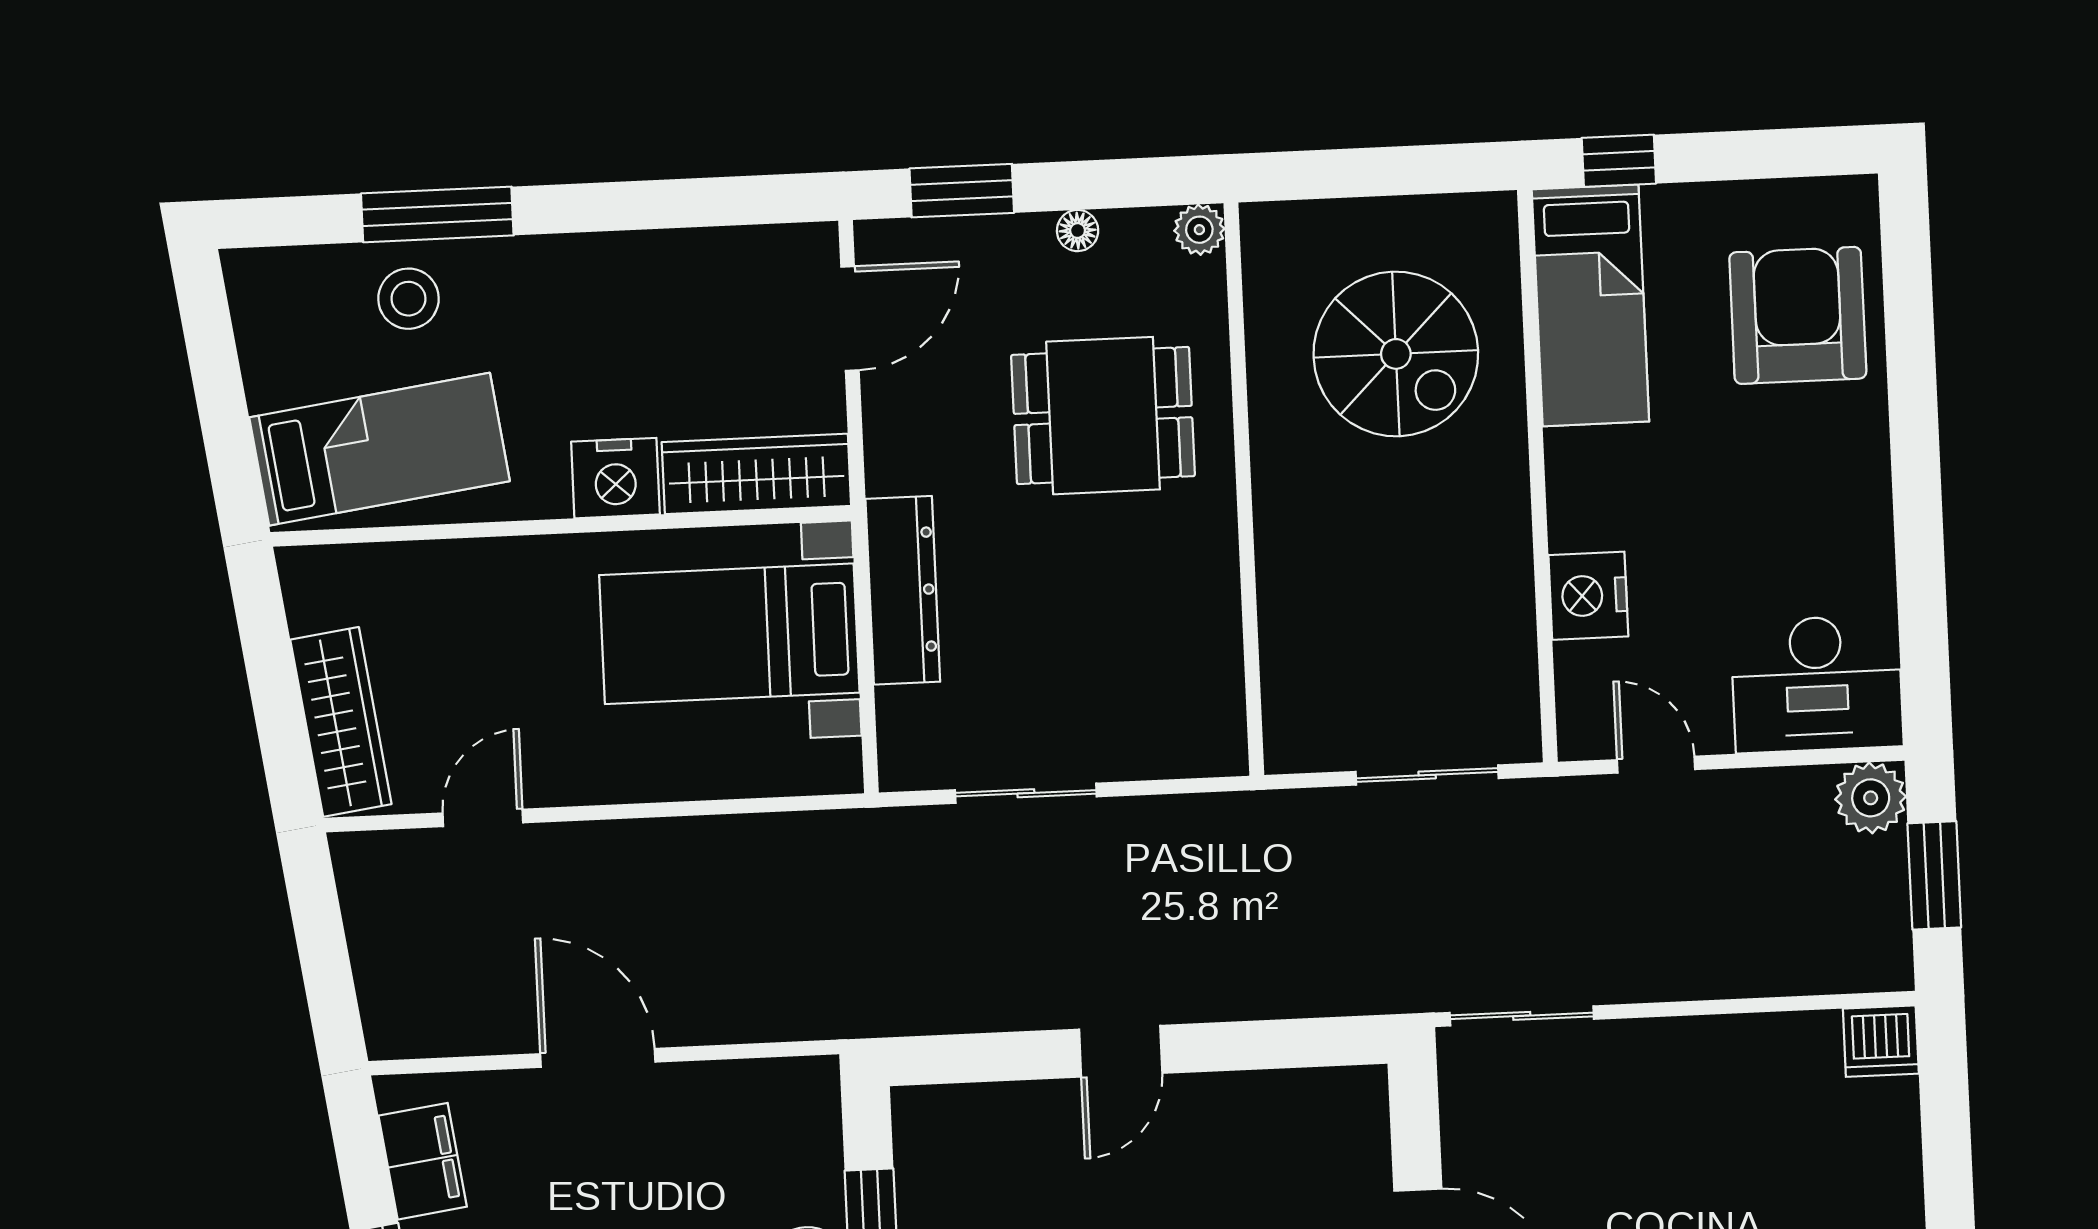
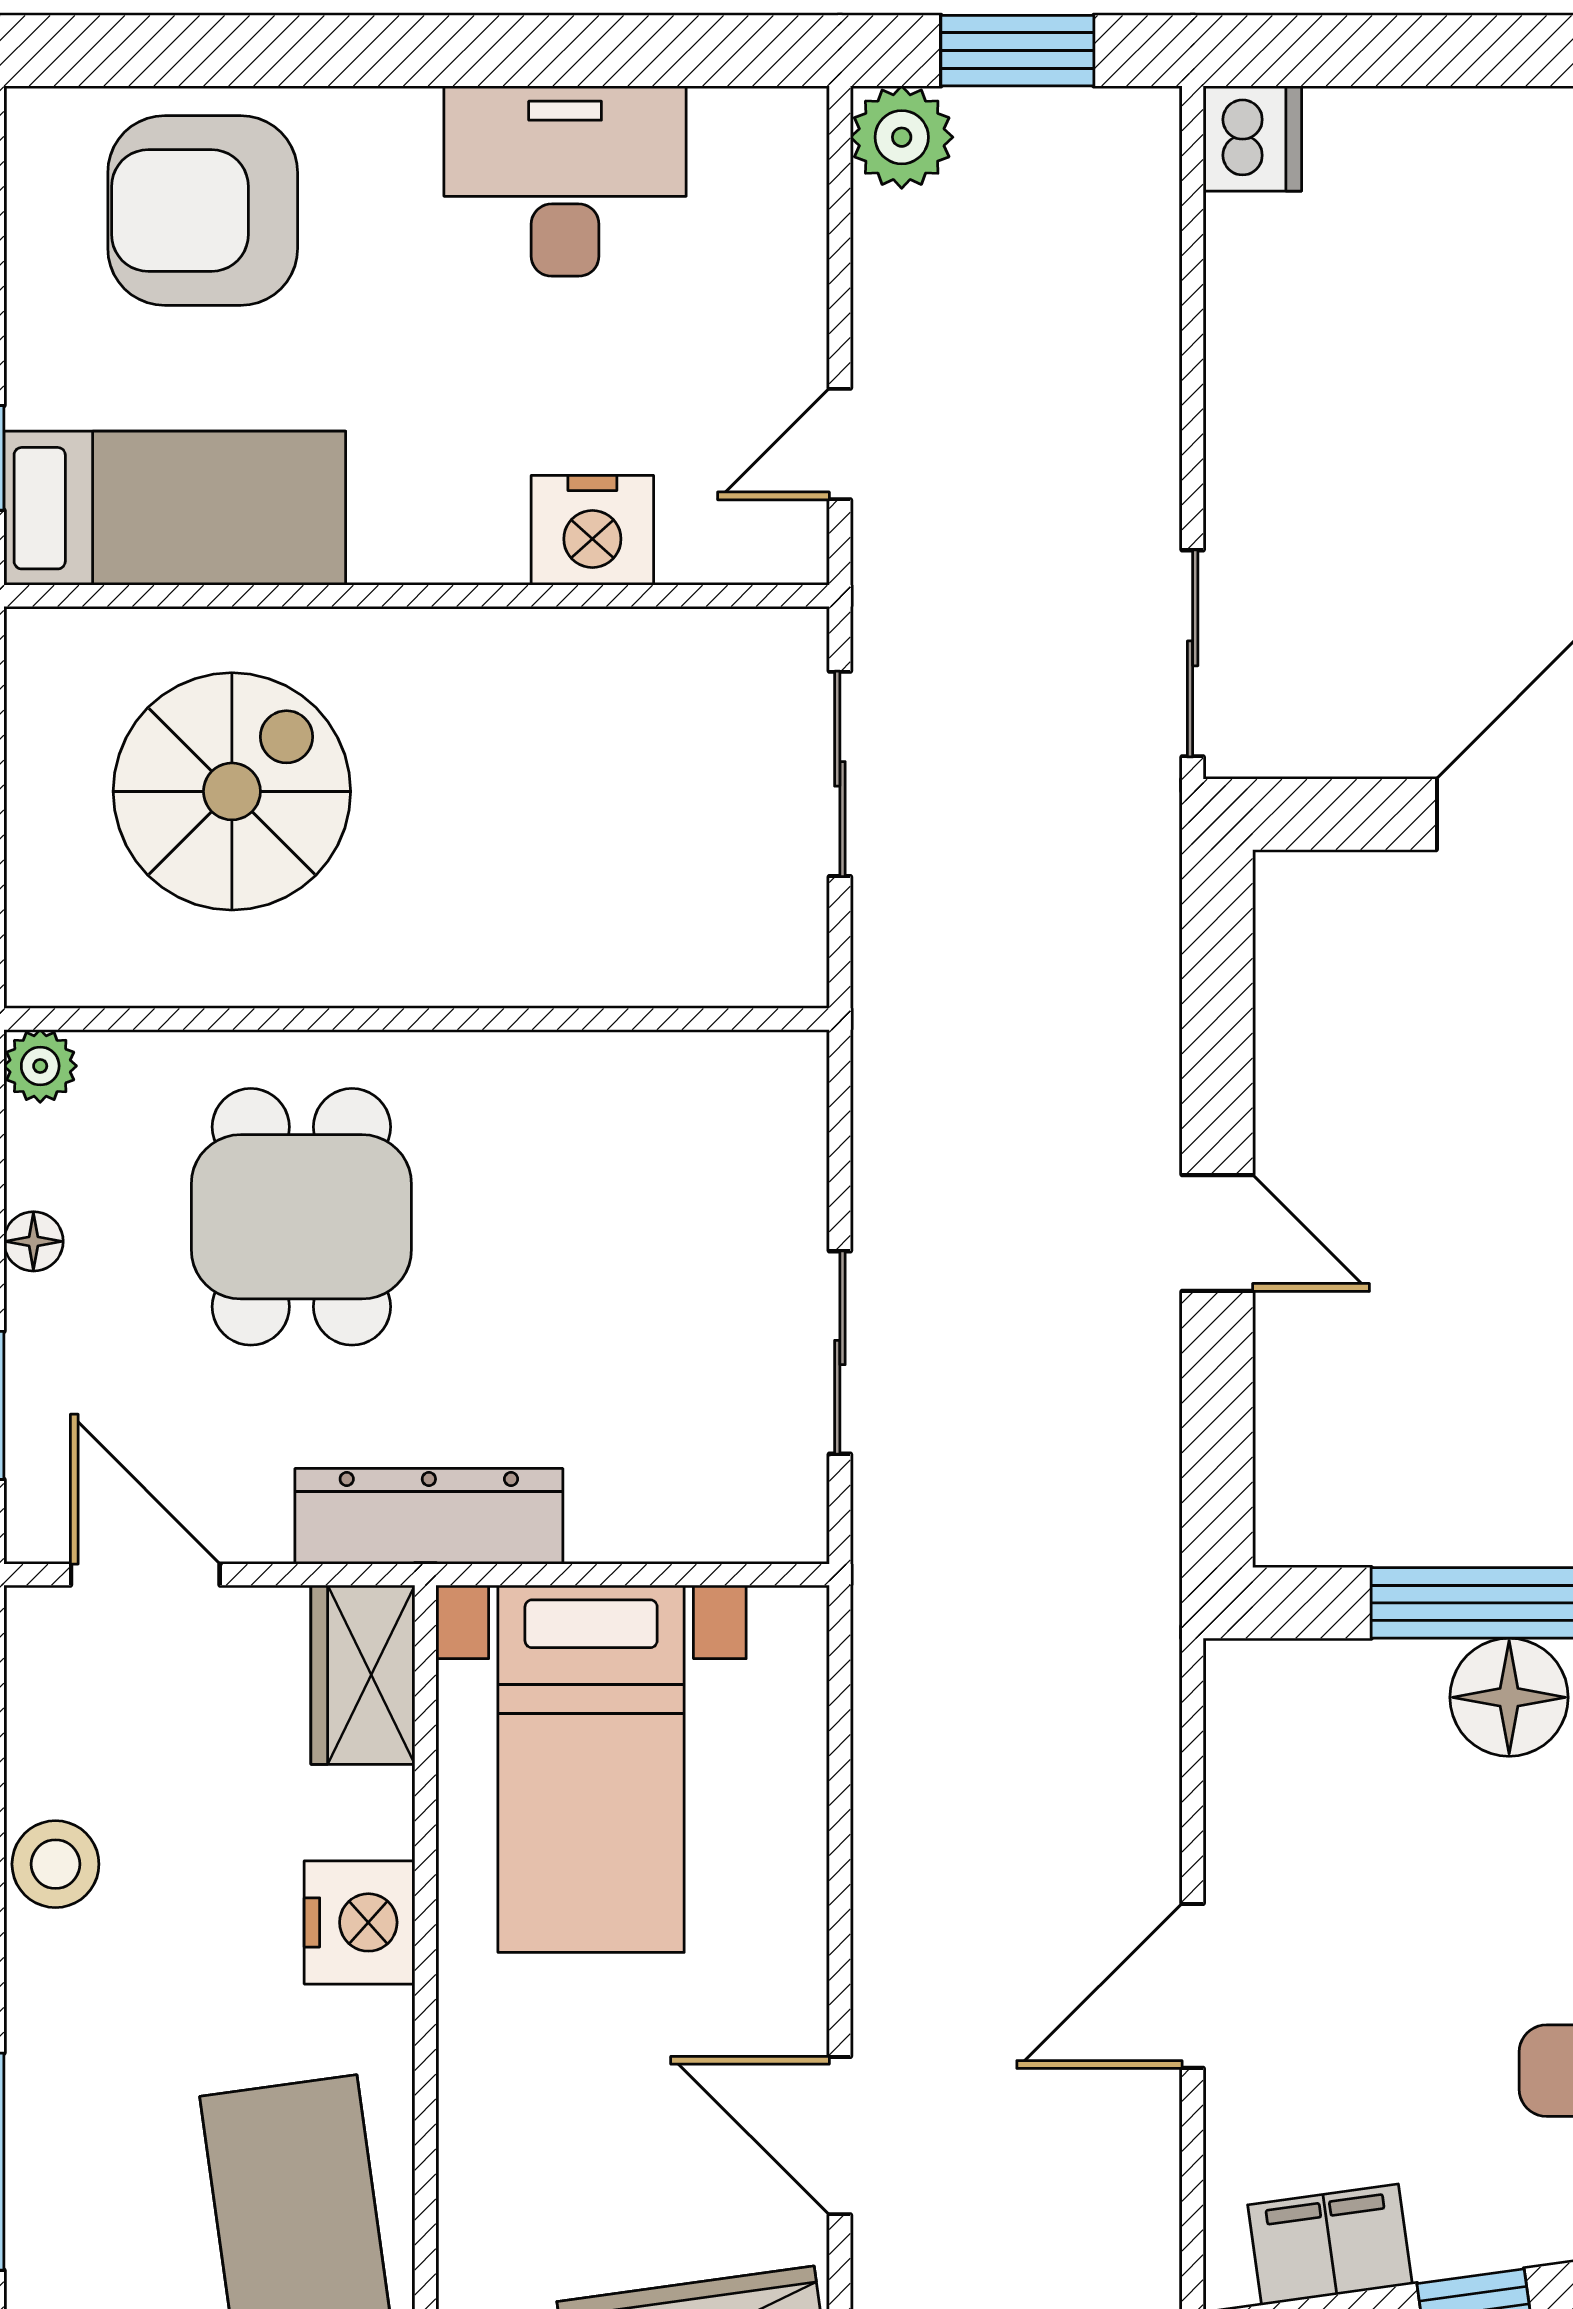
stool: (409, 299) -> (55, 1864), moved
wardrobe: (756, 474) -> (363, 1675), width x0.67
dresser: (903, 590) -> (429, 1516), moved
desk: (1817, 684) -> (565, 181), moved, turned -90
door: (483, 818) -> (840, 2136), width x1.38

